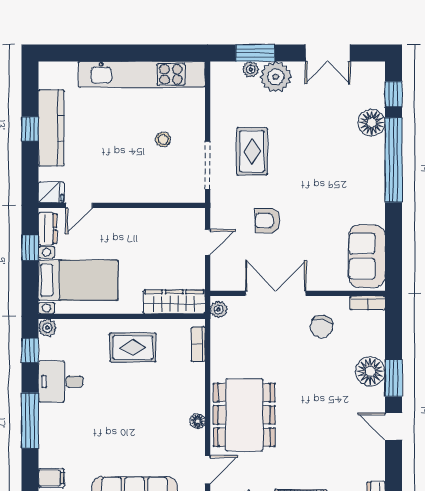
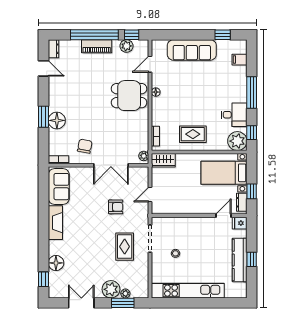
window: (394, 160) -> (44, 242), removed
fireplace: (373, 193) -> (55, 223), added
wardrobe: (174, 302) -> (163, 160), width x0.67
plant: (47, 328) -> (237, 141), width x1.87, depth x1.87
dining table: (244, 415) -> (129, 96), width x0.73
door: (394, 426) -> (44, 68), moved

